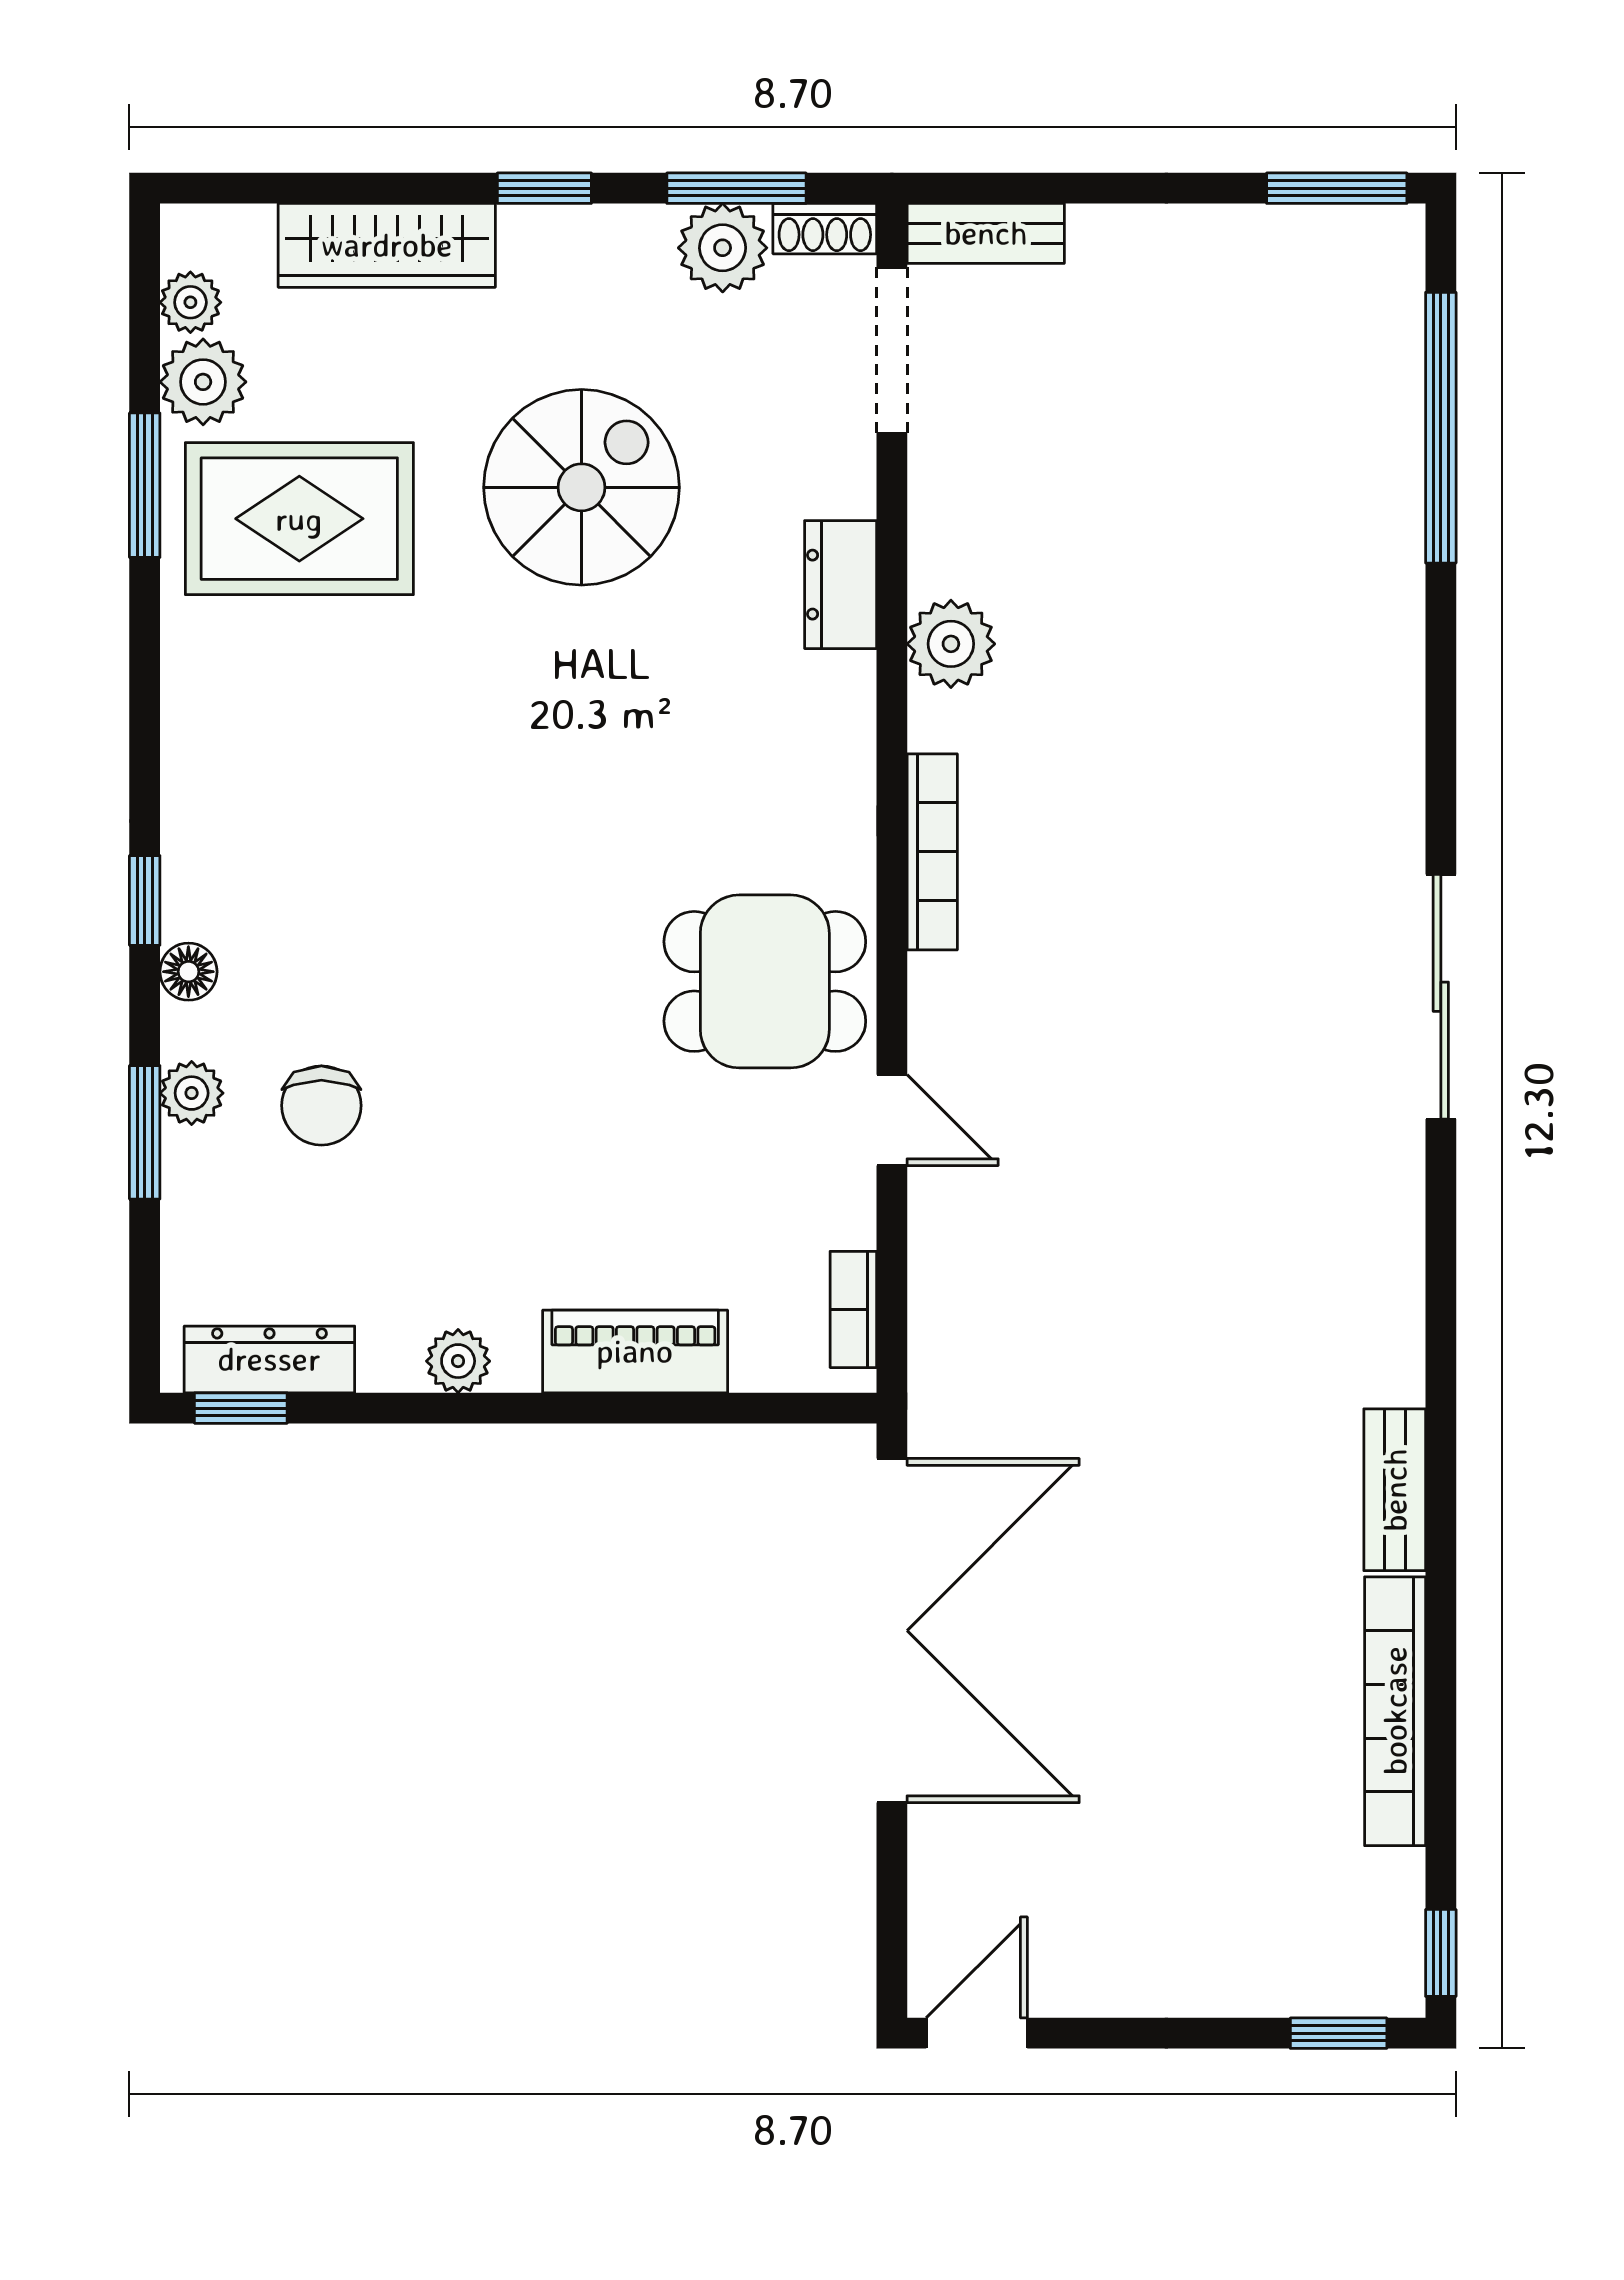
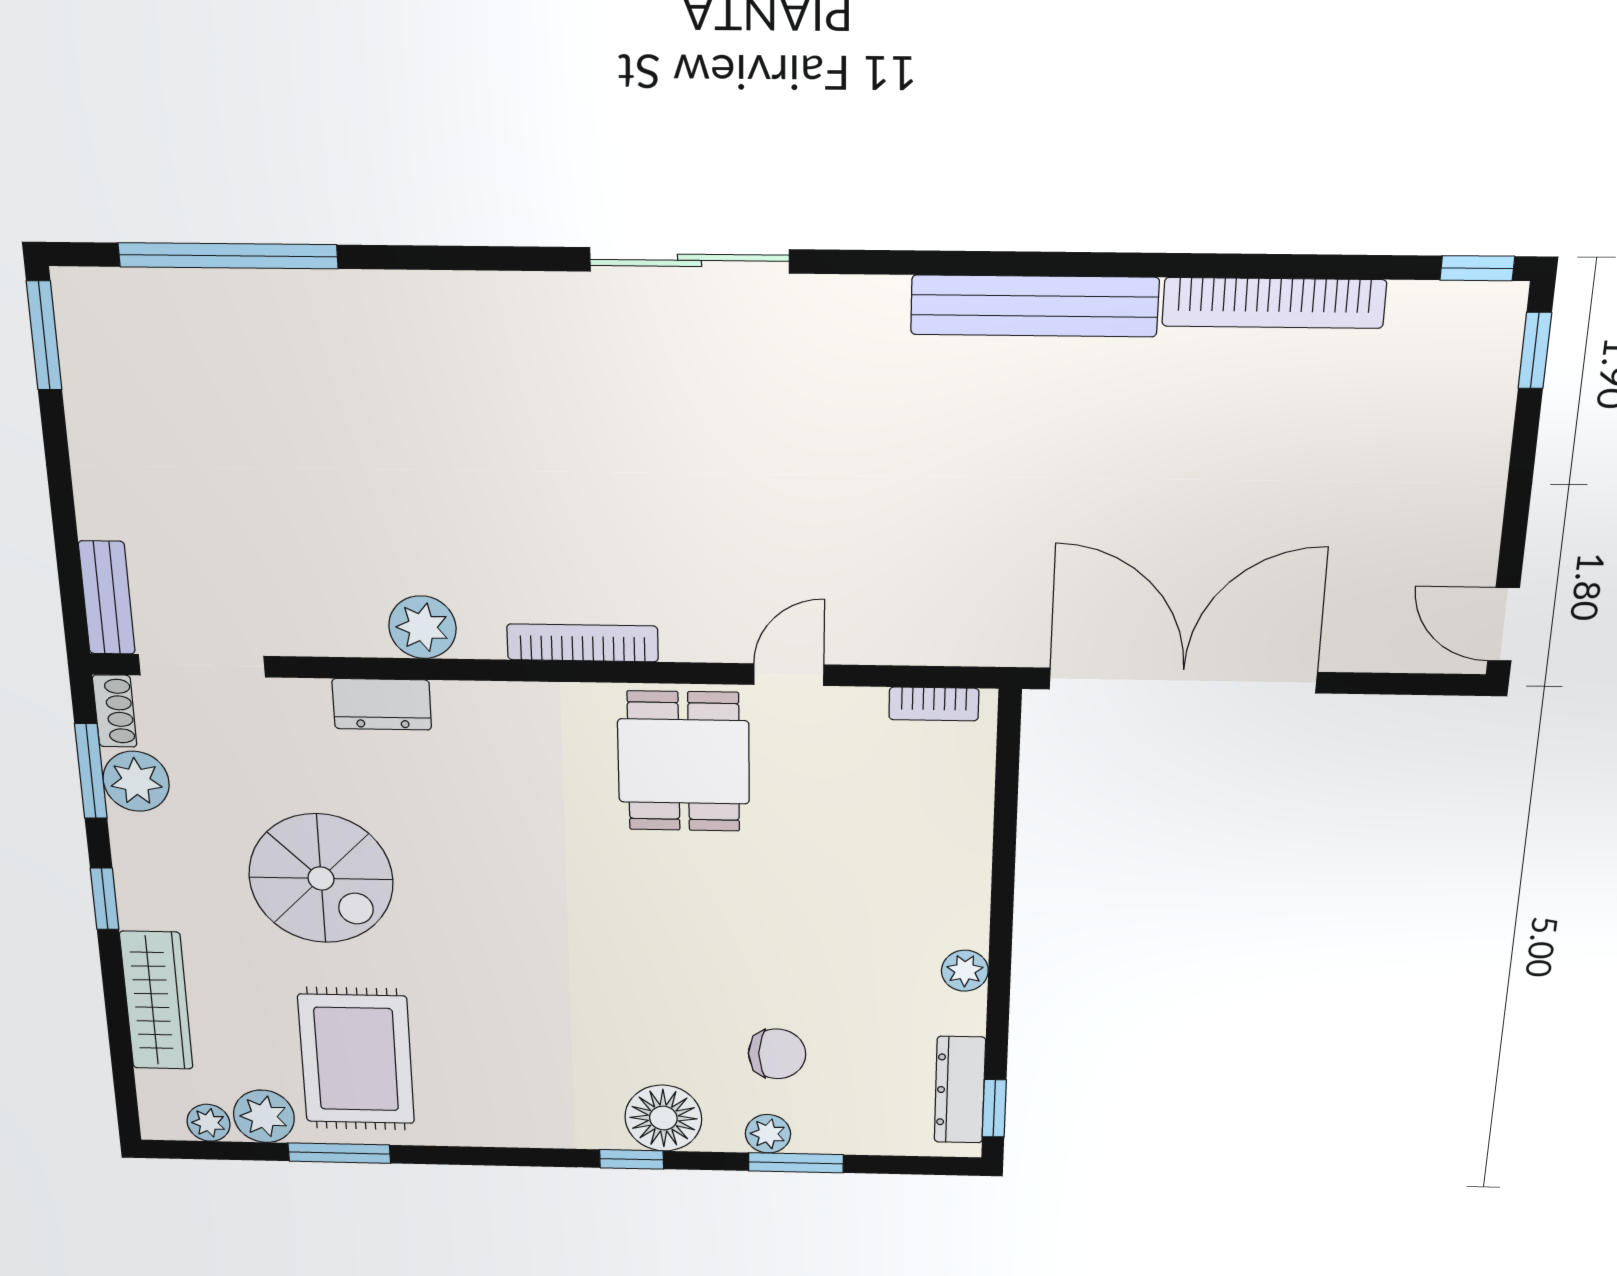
spiral stairs: (582, 487) -> (321, 878), turned 180
floor lamp: (188, 972) -> (663, 1118), width x1.89, depth x1.89
piano: (635, 1351) -> (961, 854), removed
bench: (1395, 1490) -> (1035, 306), width x1.86, depth x1.21

